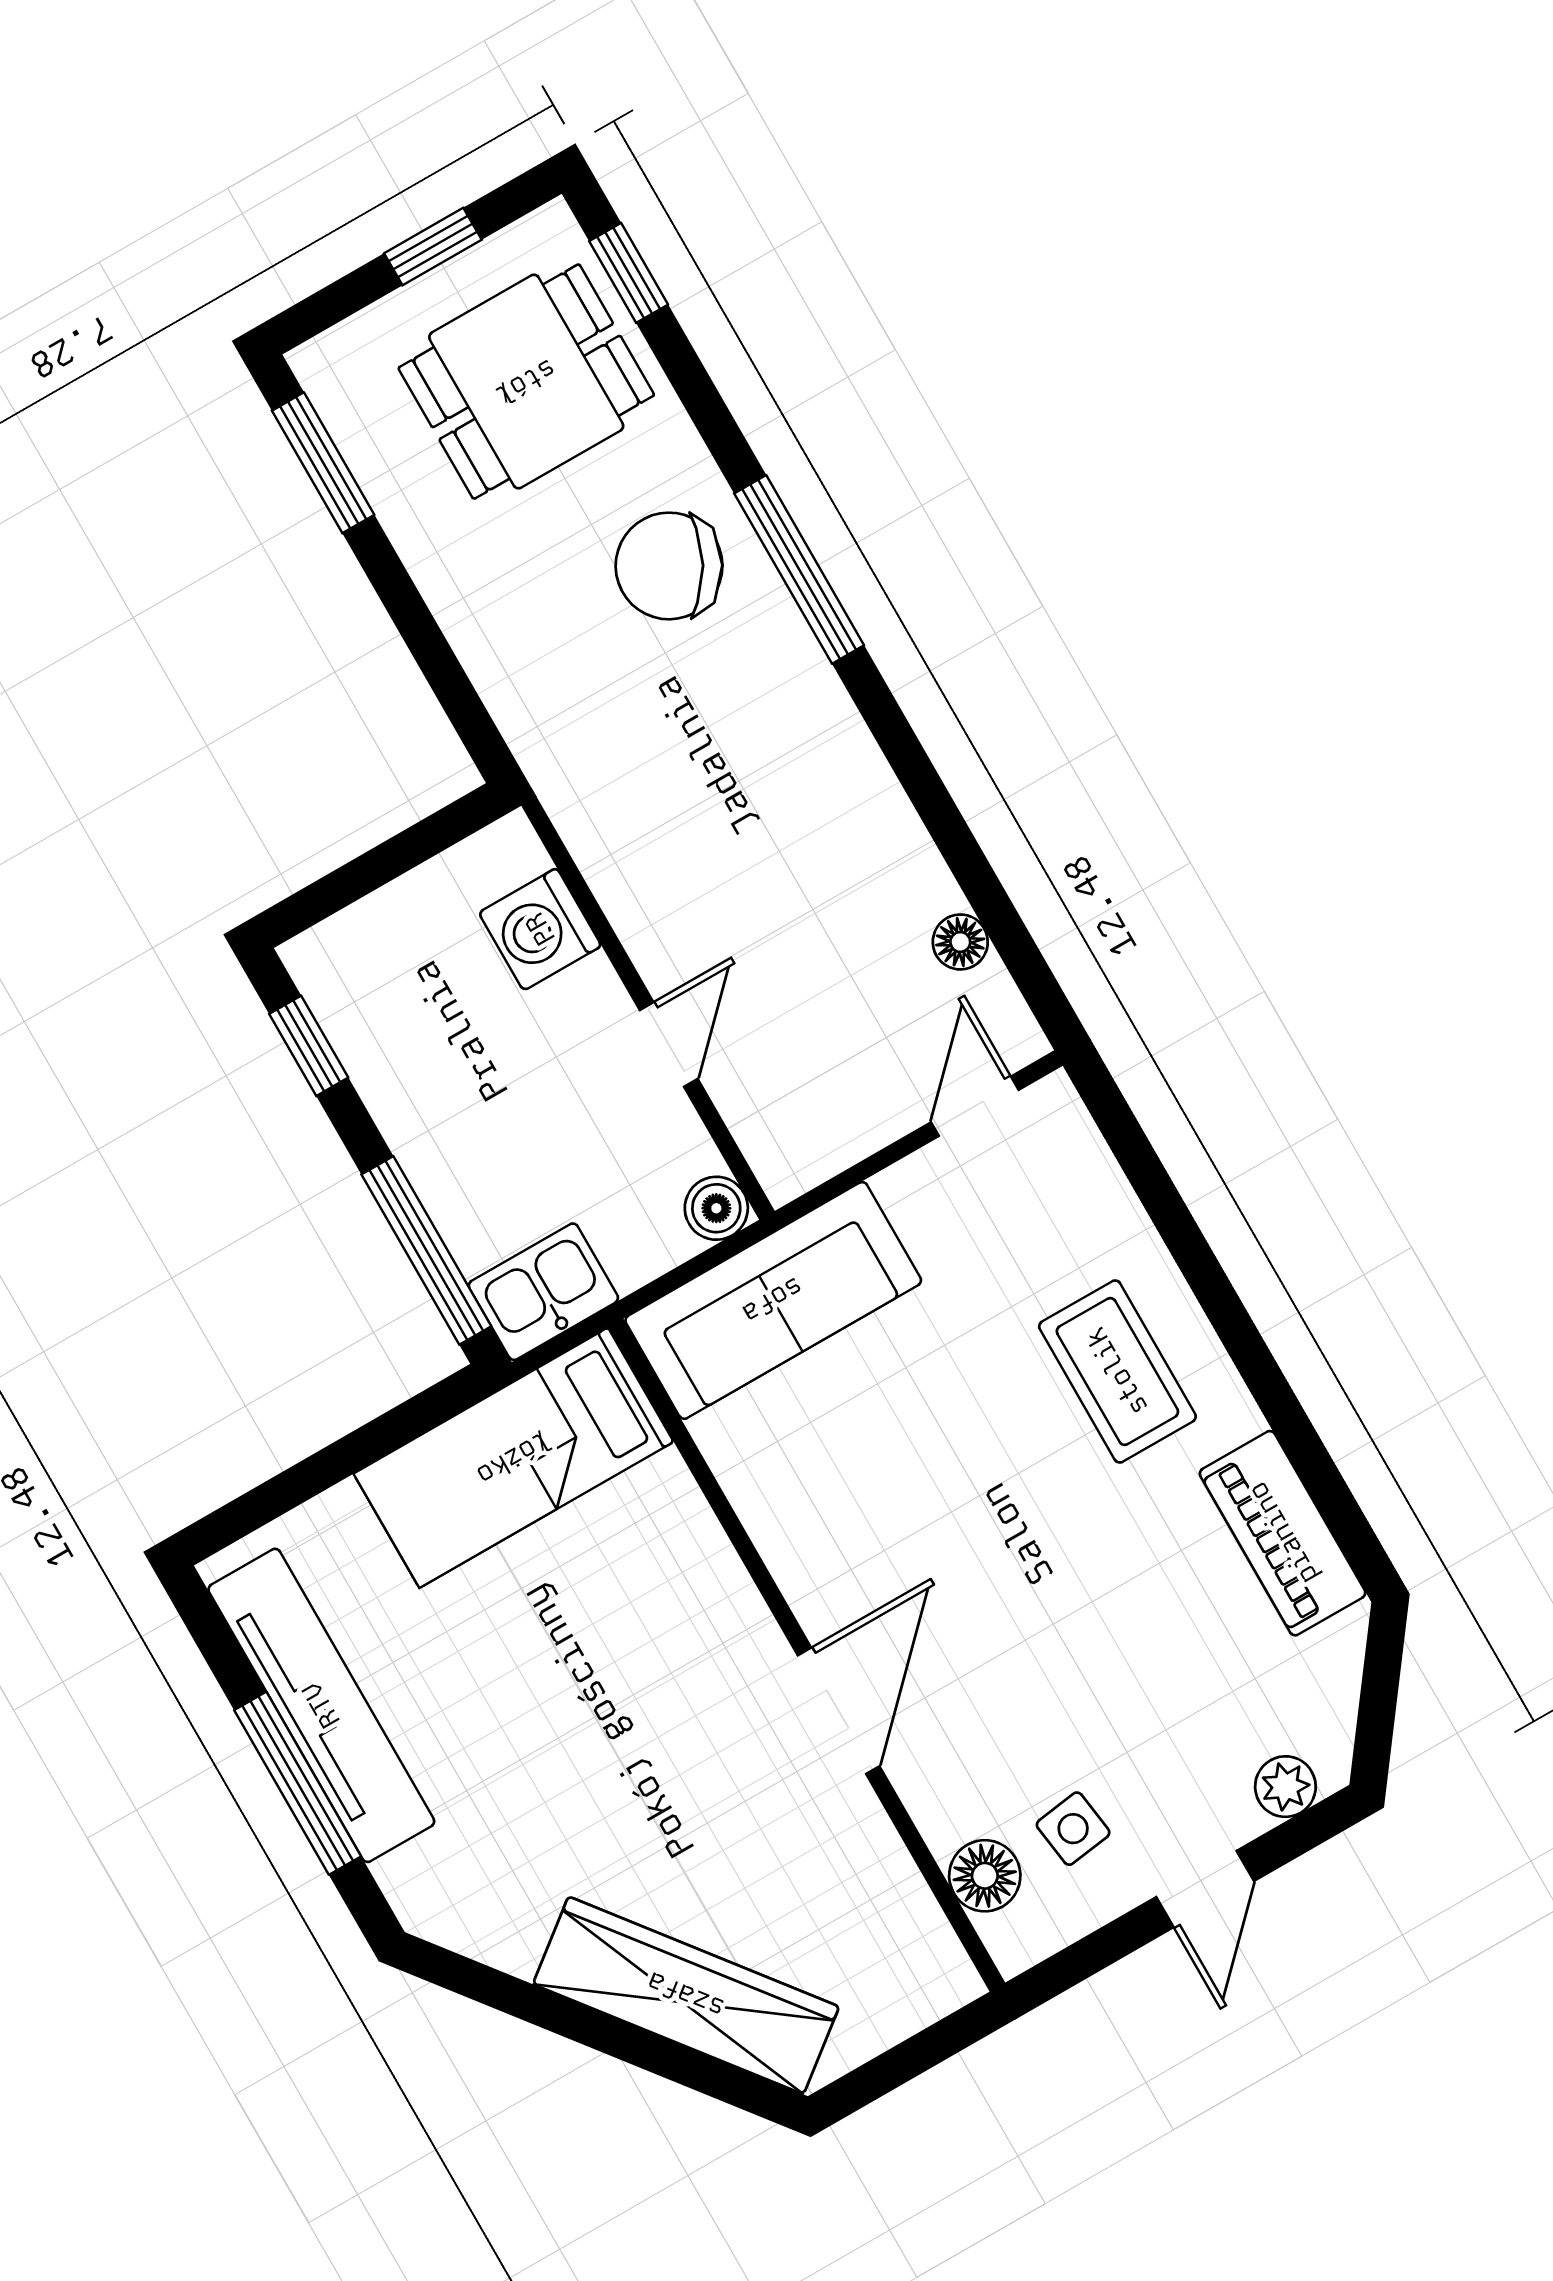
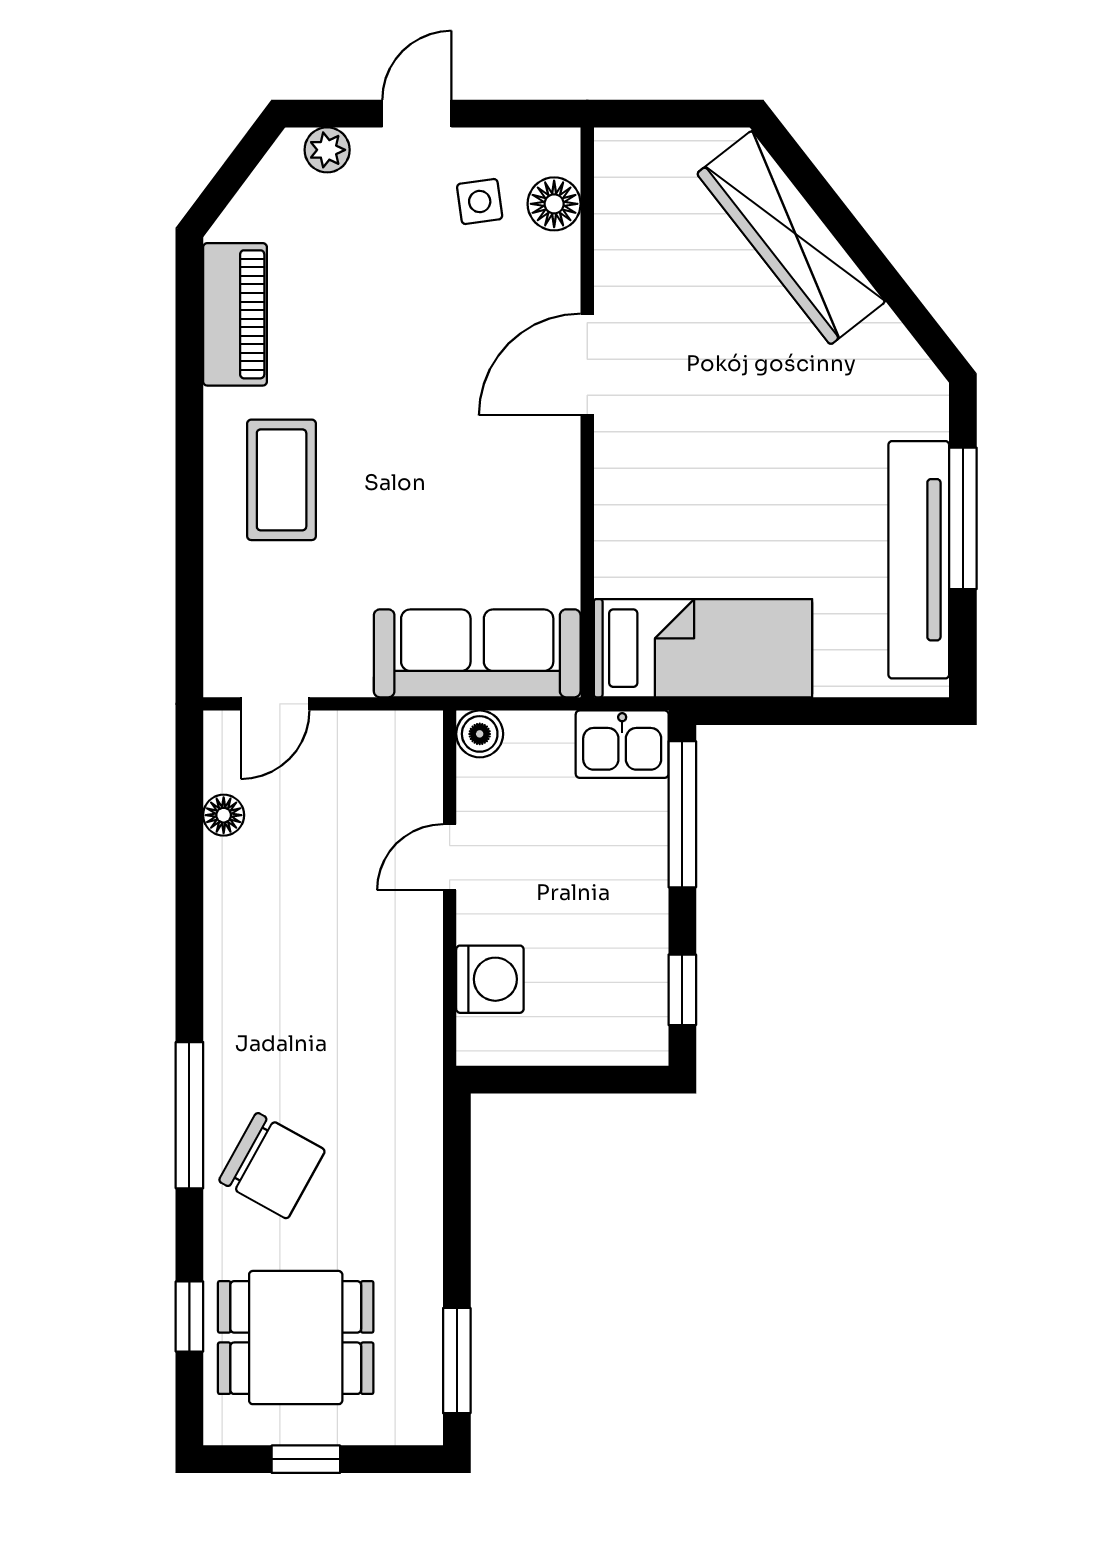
window: (629, 273) -> (189, 1316), moved

